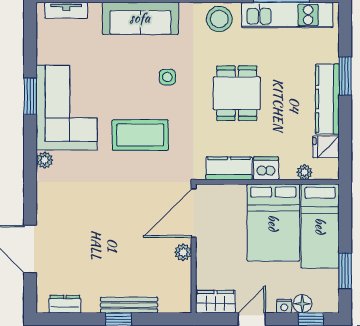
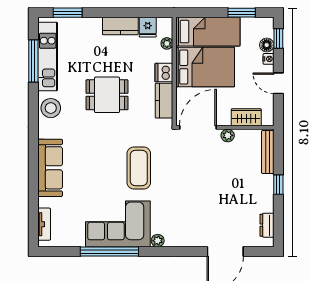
window: (345, 76) -> (68, 13), moved
side table: (167, 77) -> (95, 147), removed
window: (30, 96) -> (109, 251), width x2.11
kitchen counter: (327, 99) -> (120, 26), width x0.67
door: (194, 213) -> (198, 127), swing flipped
wardrobe: (215, 302) -> (246, 117), moved, turned 90
bench: (129, 305) -> (268, 152), moved

